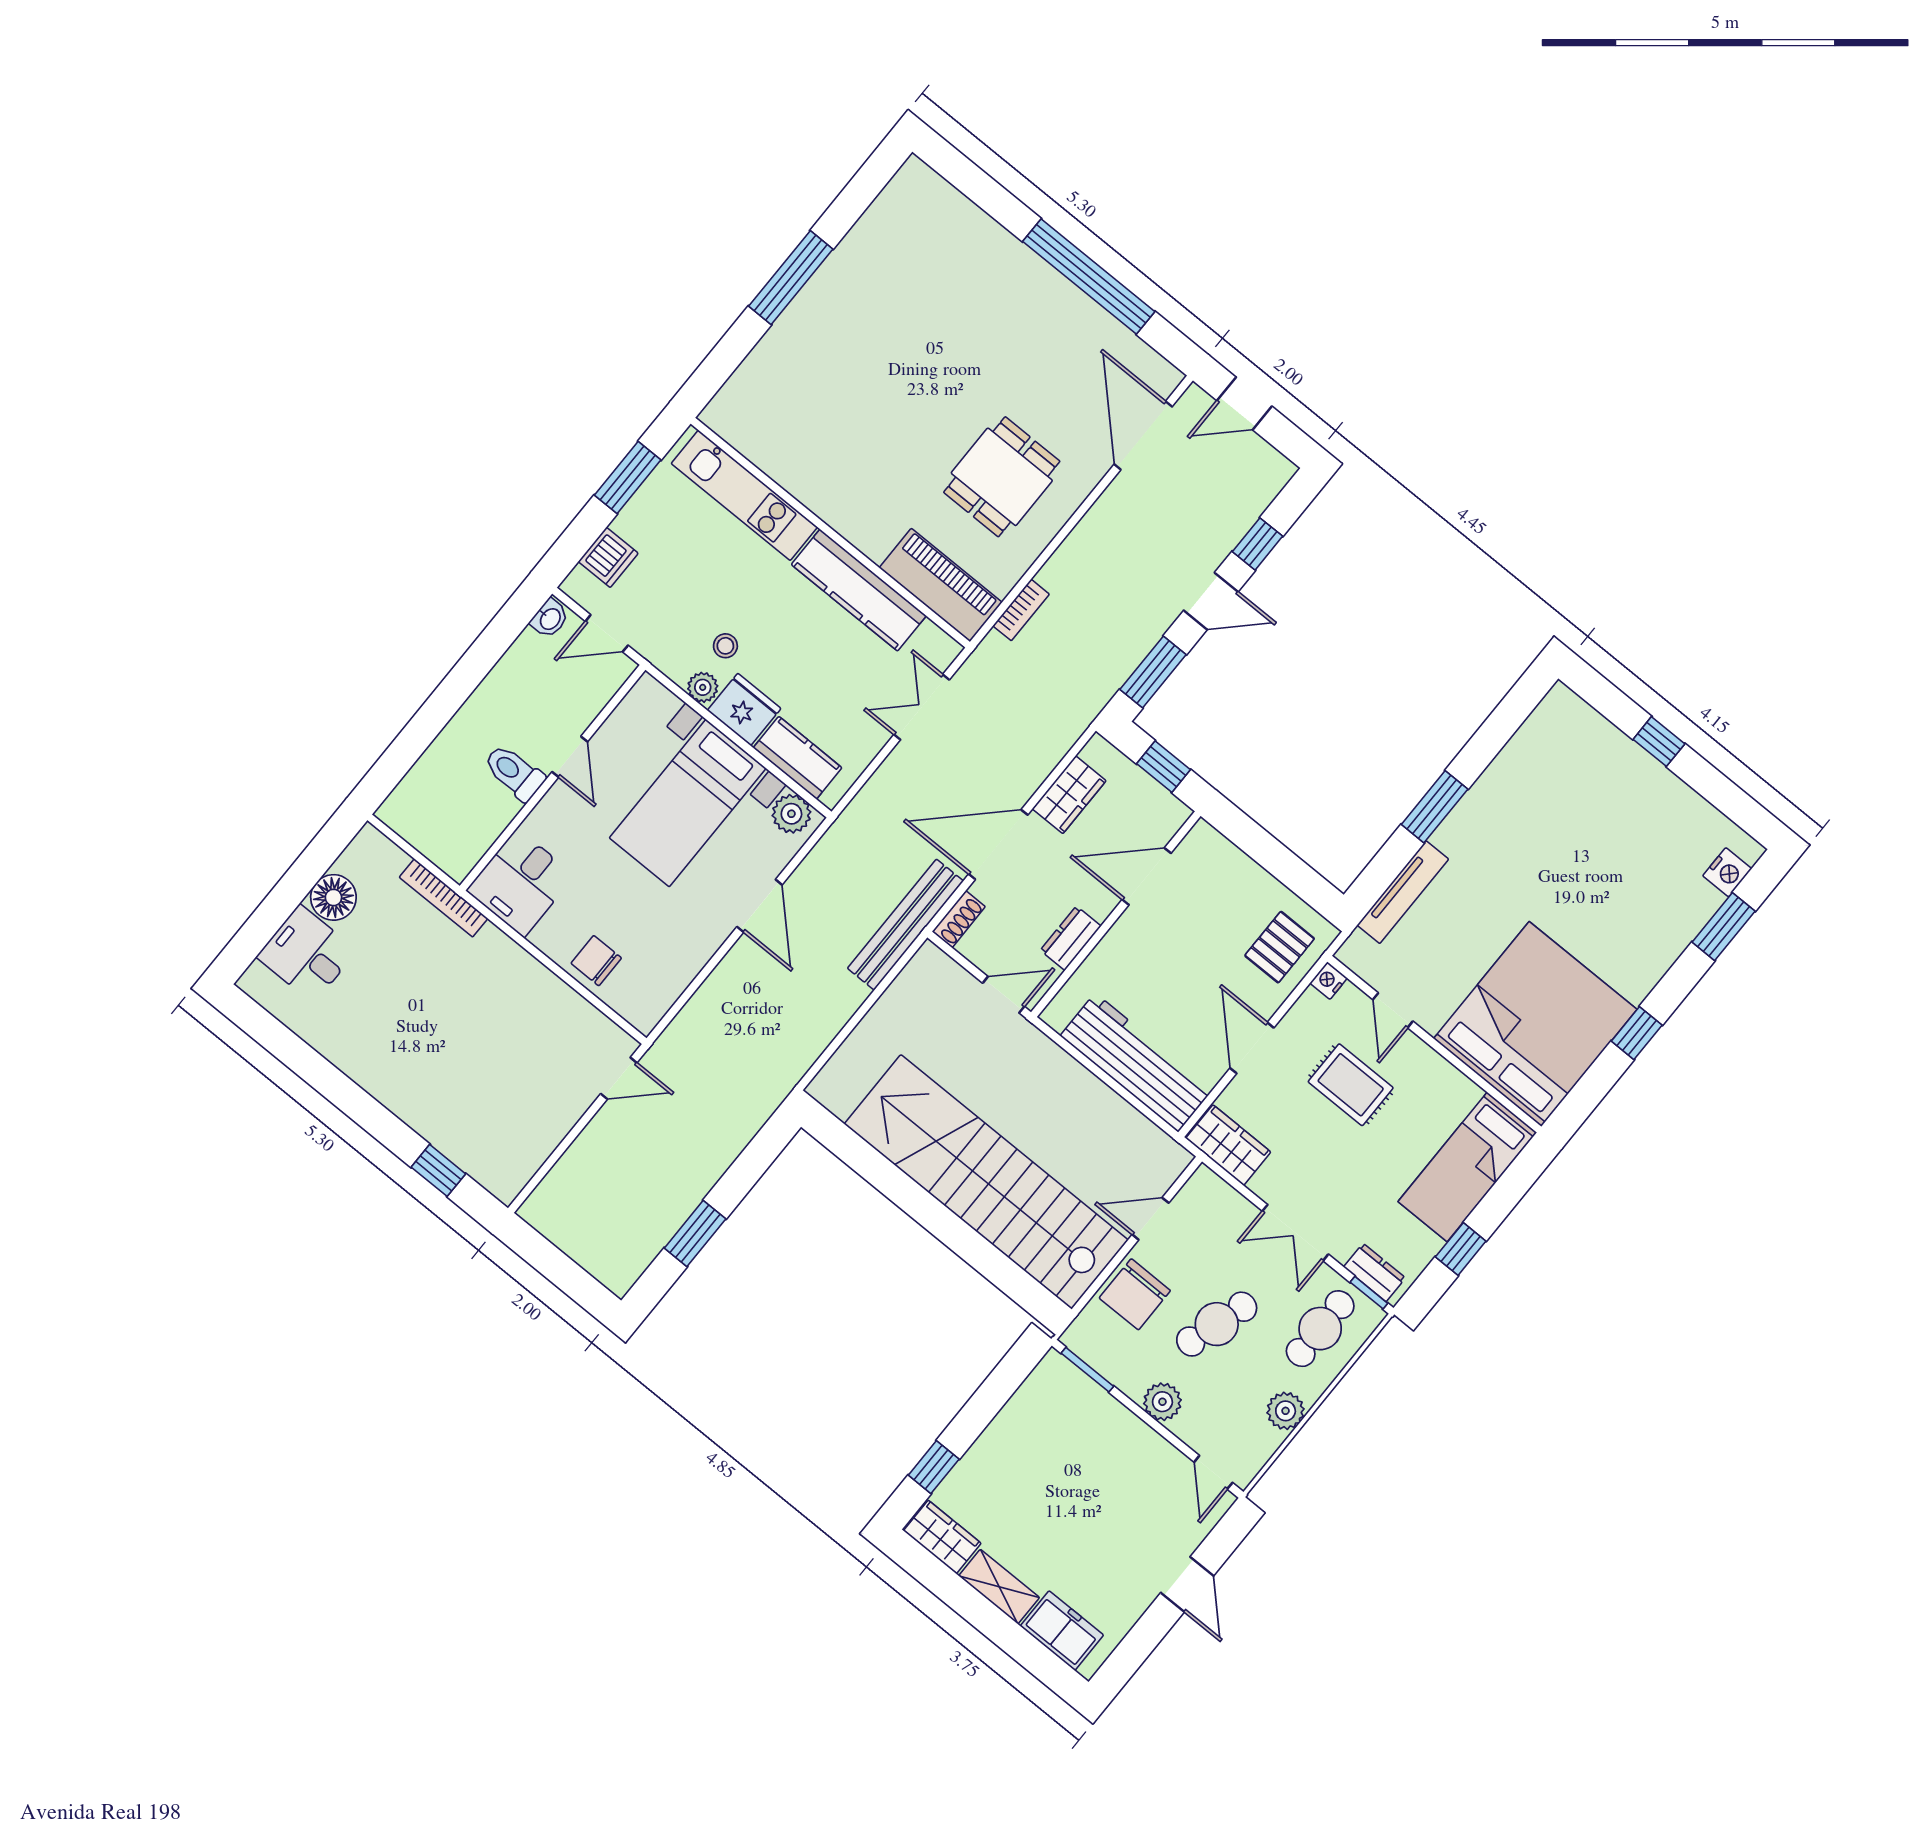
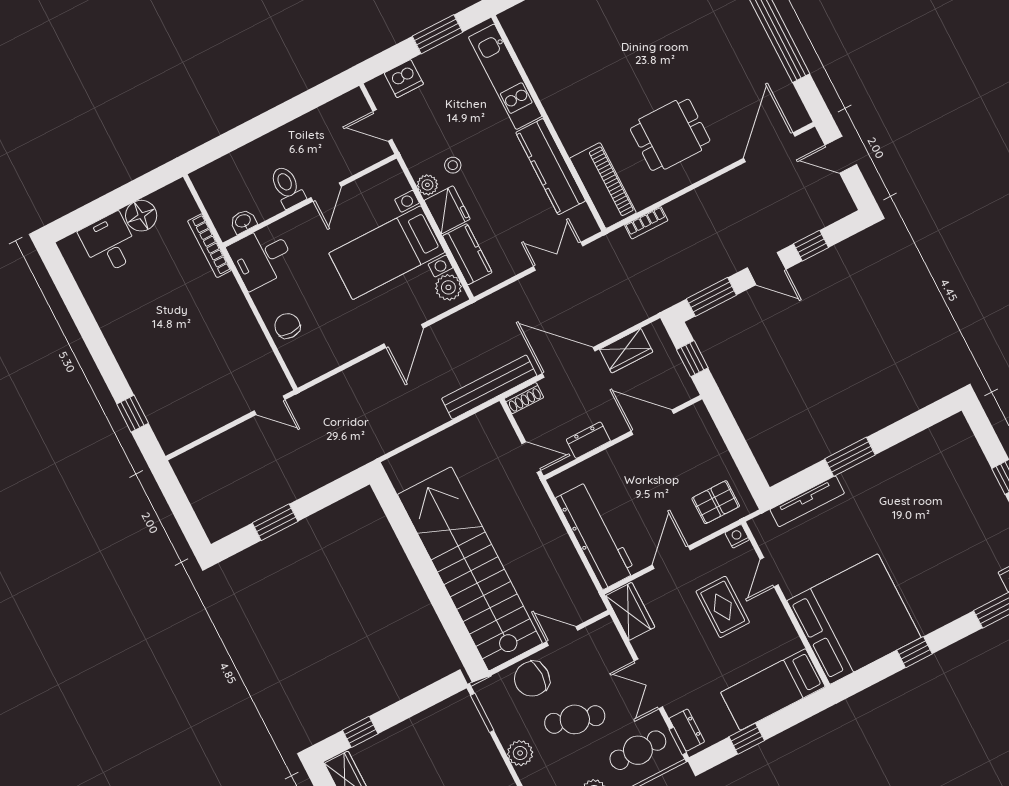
washbasin: (550, 619) -> (243, 221), moved, turned 180

